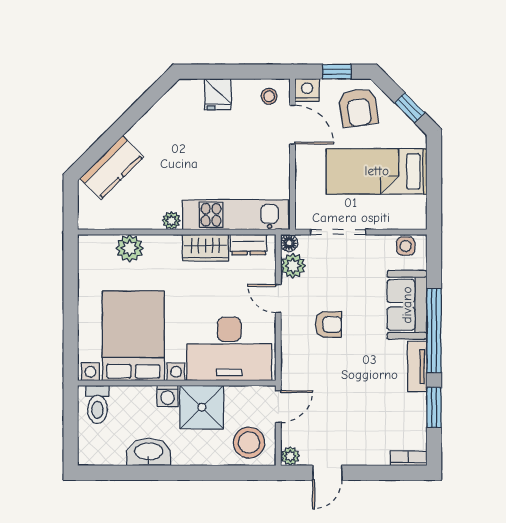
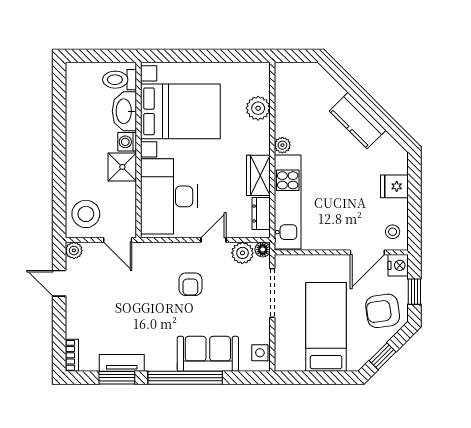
kitchen counter: (112, 168) -> (358, 121), moved
tv unit: (417, 366) -> (122, 363), moved
shower: (202, 407) -> (122, 167), width x0.73, depth x0.73
washbasin: (149, 452) -> (124, 111), moved, turned 180

